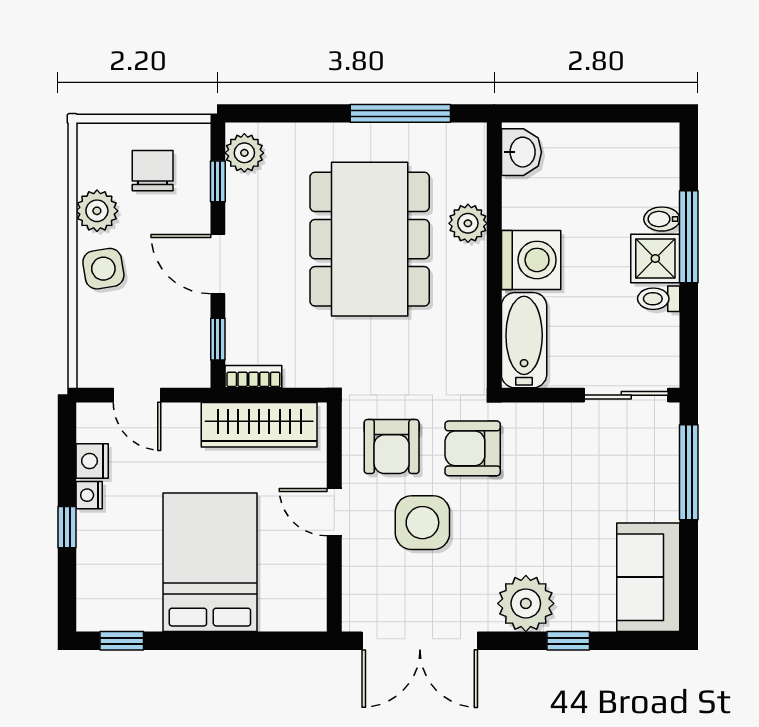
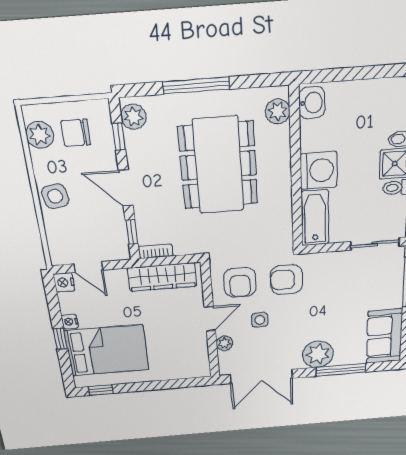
window: (400, 113) -> (196, 85), moved
chair: (153, 171) -> (76, 133), turned -90
plant: (97, 211) -> (40, 135), moved
plant: (468, 223) -> (278, 111), moved
nightstand: (92, 461) -> (64, 282), moved
door: (334, 512) -> (210, 319), swing flipped
side table: (422, 523) -> (260, 320), width x0.54, depth x0.54
bed: (210, 562) -> (107, 350), moved, turned 90
plant: (356, 564) -> (224, 343), added
window: (568, 641) -> (341, 370), width x2.17

